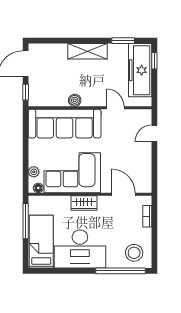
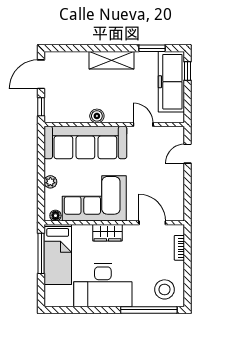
plant: (34, 172) -> (50, 182), moved
bed: (41, 242) -> (58, 254), moved, turned 180

